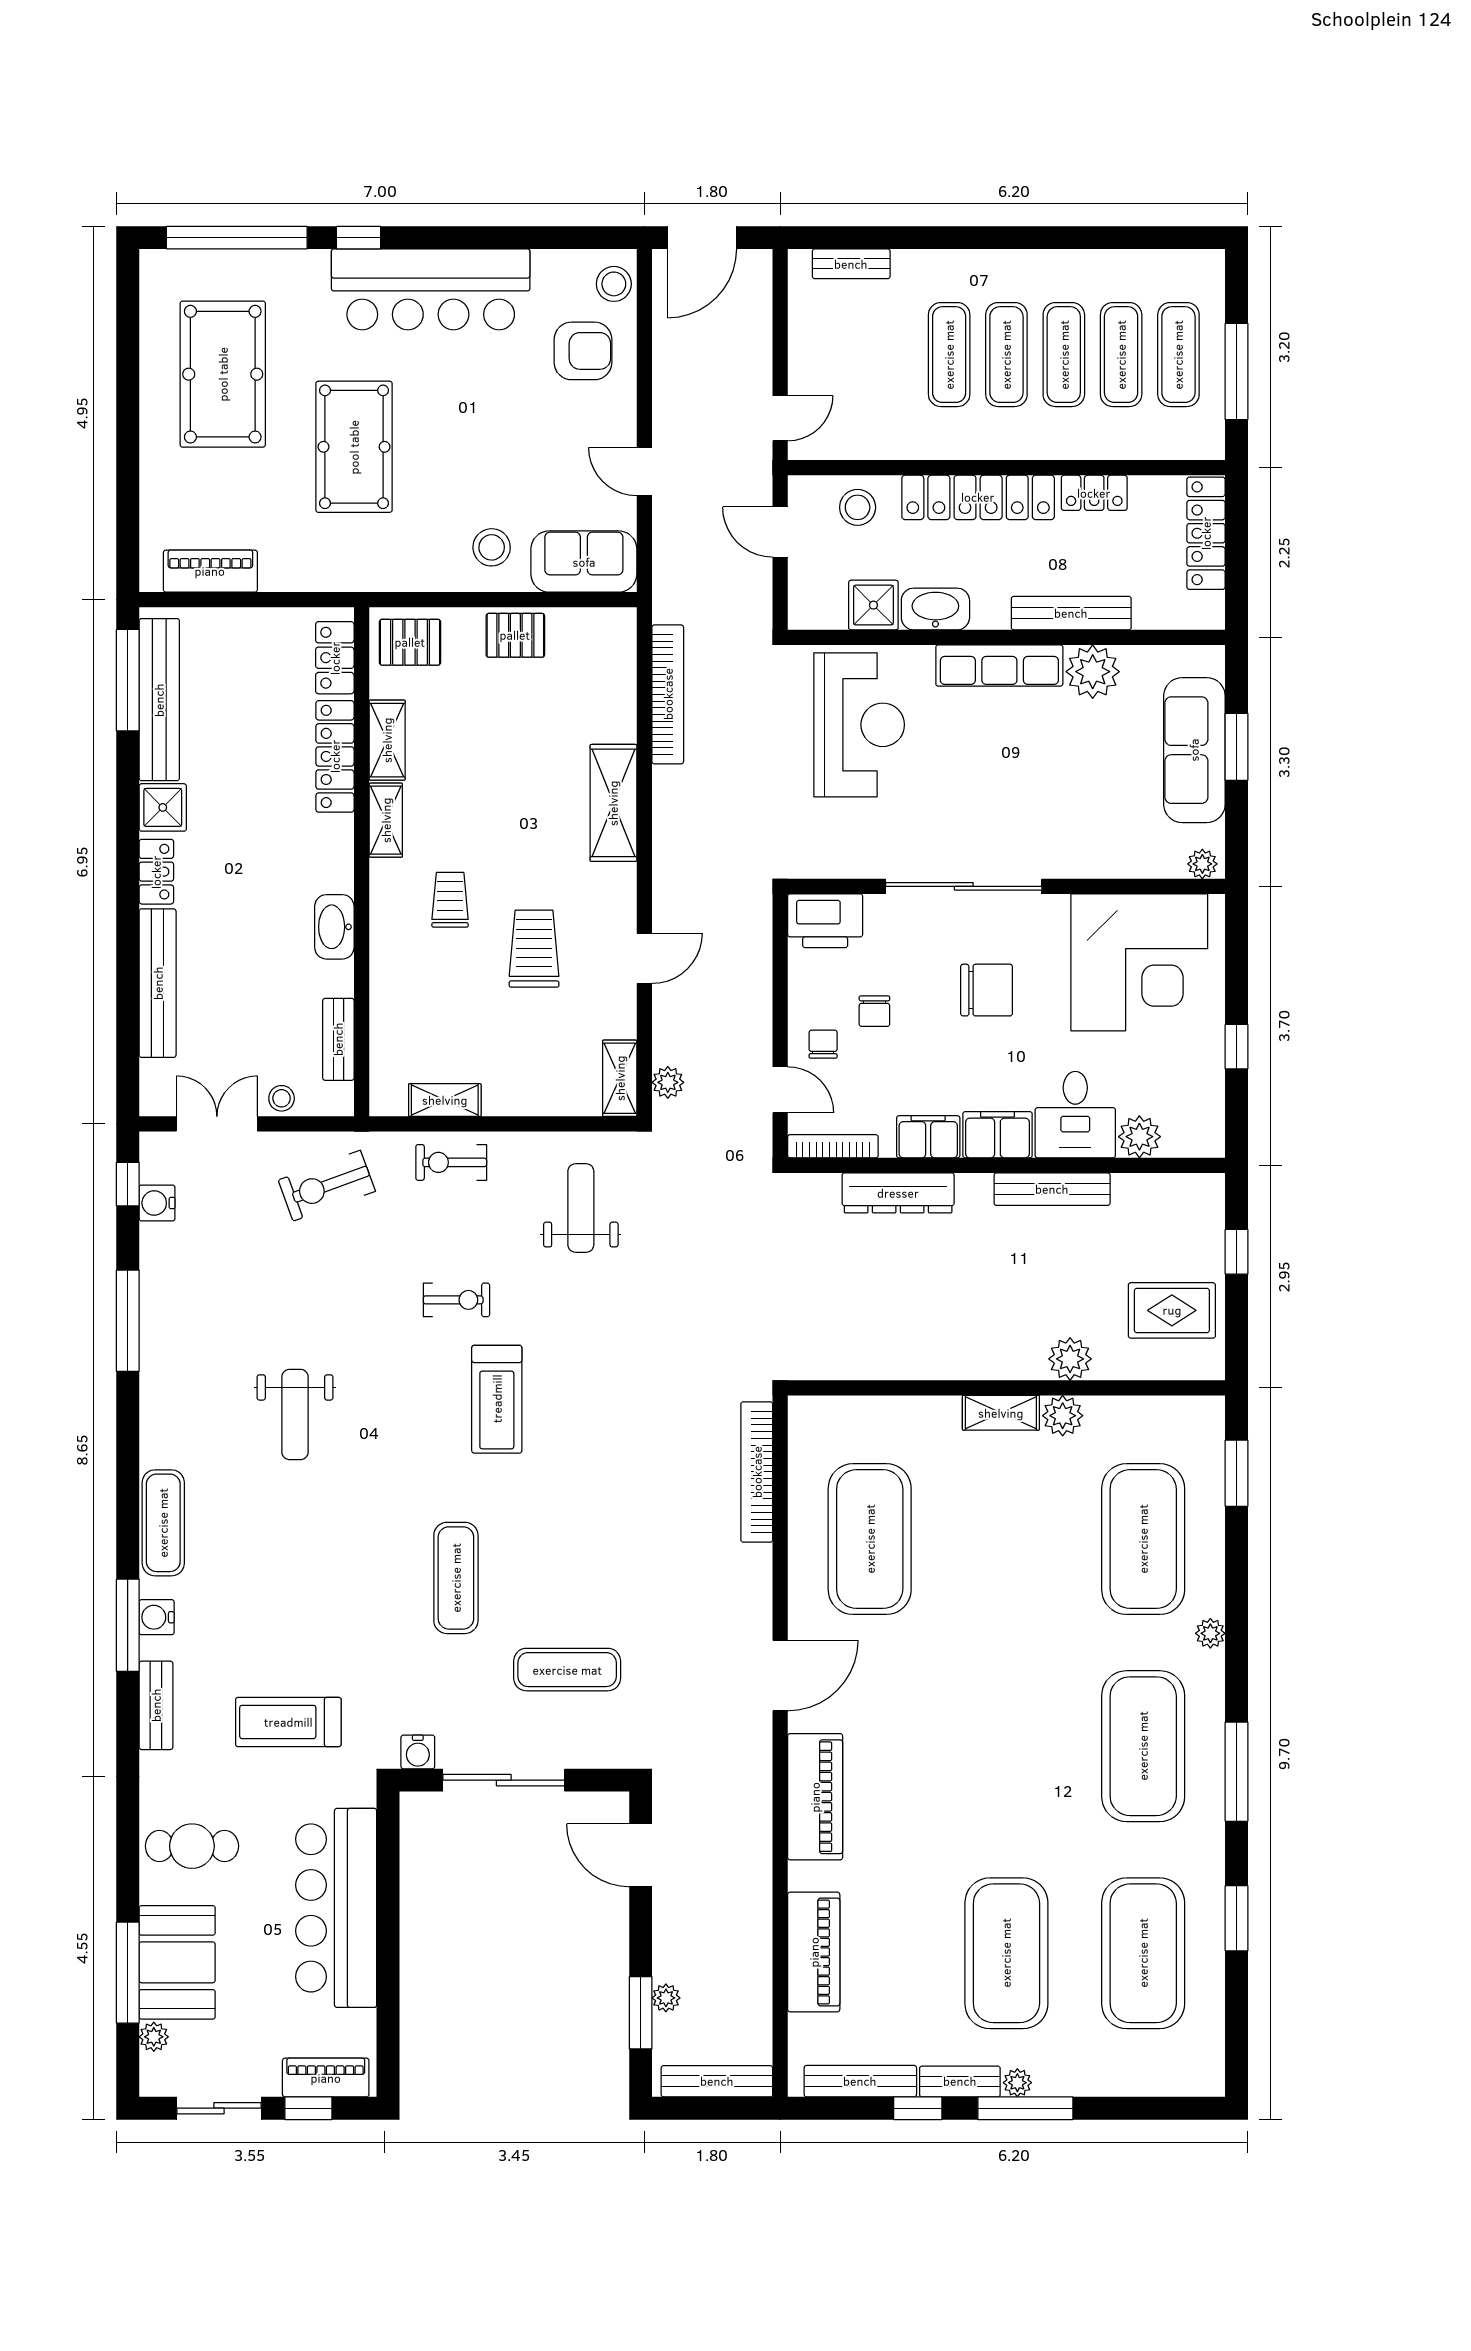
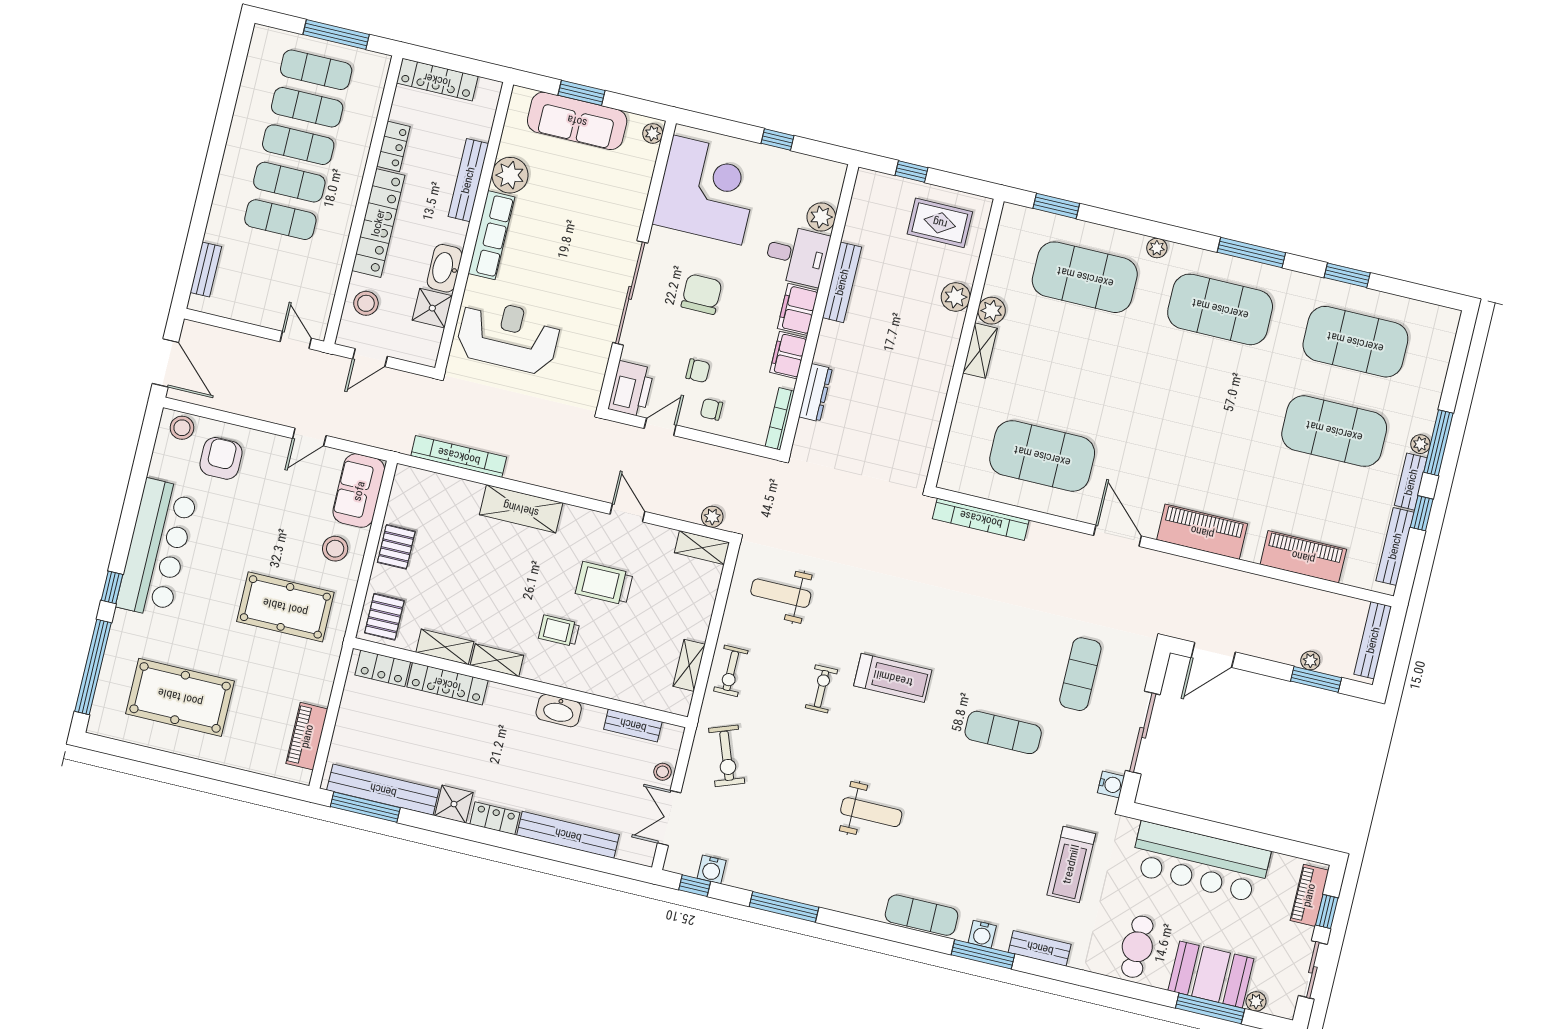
pool table: (354, 447) -> (285, 607), moved
door: (780, 1090) -> (660, 427), moved
dresser: (898, 1193) -> (815, 393), width x0.73, depth x0.80
rug: (1172, 1310) -> (940, 223), turned 90

